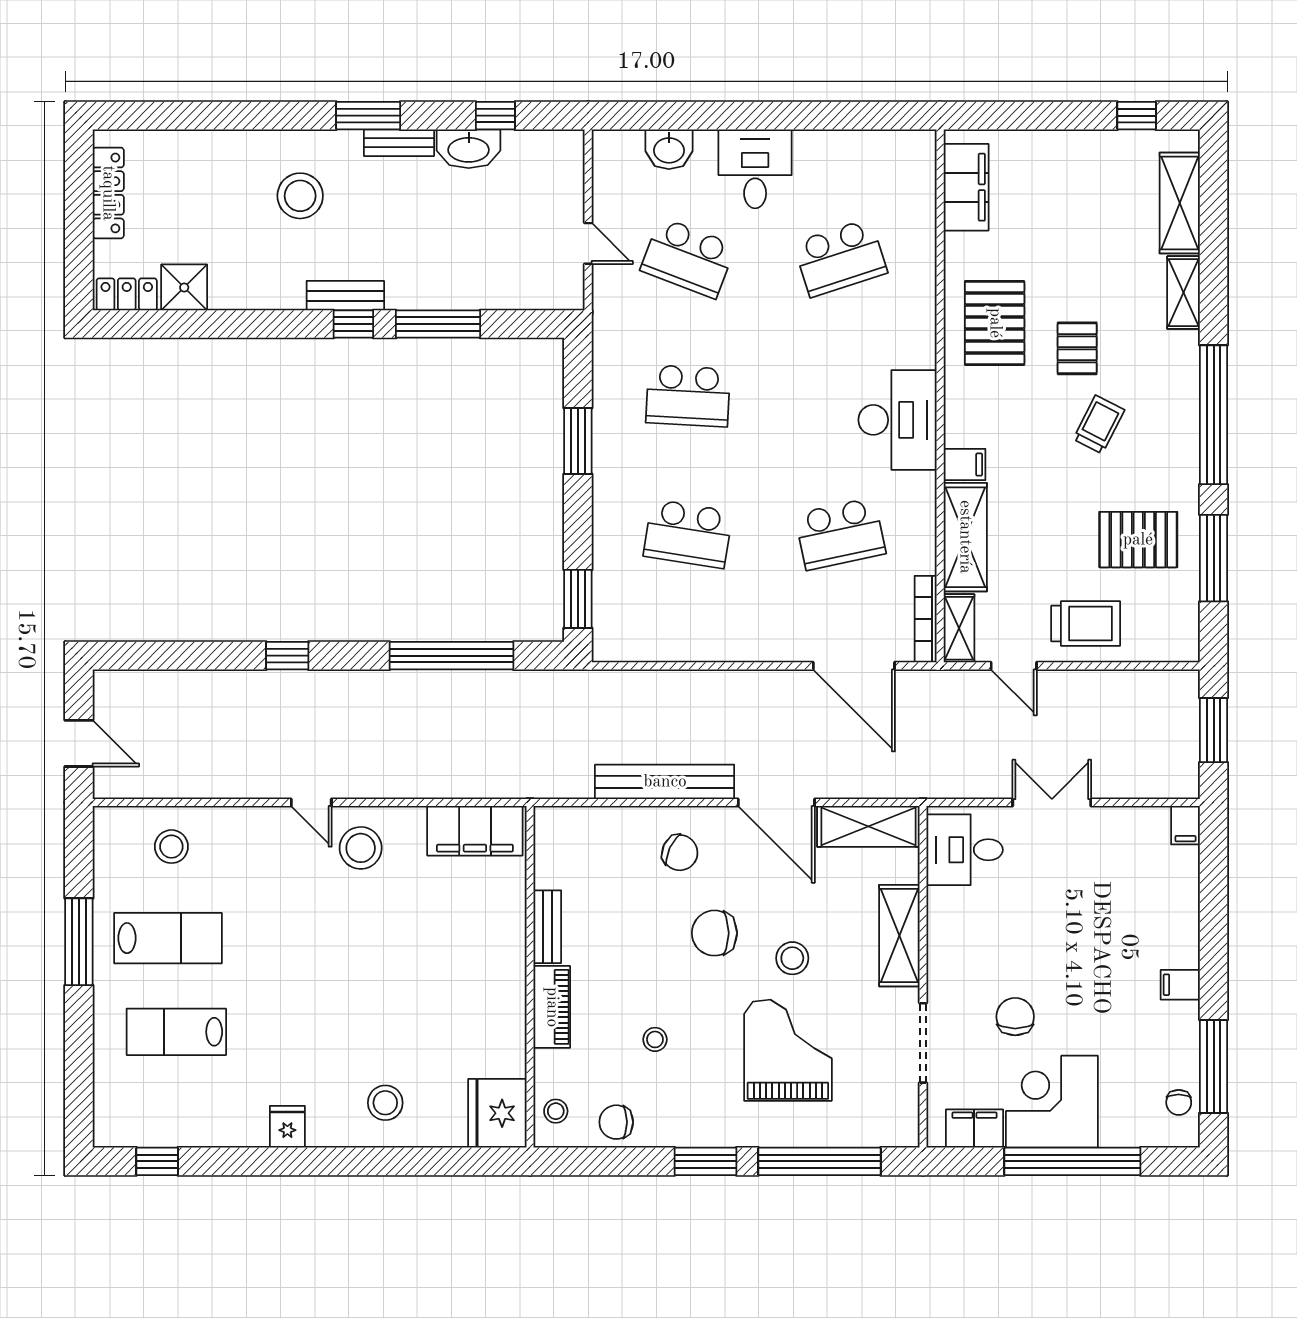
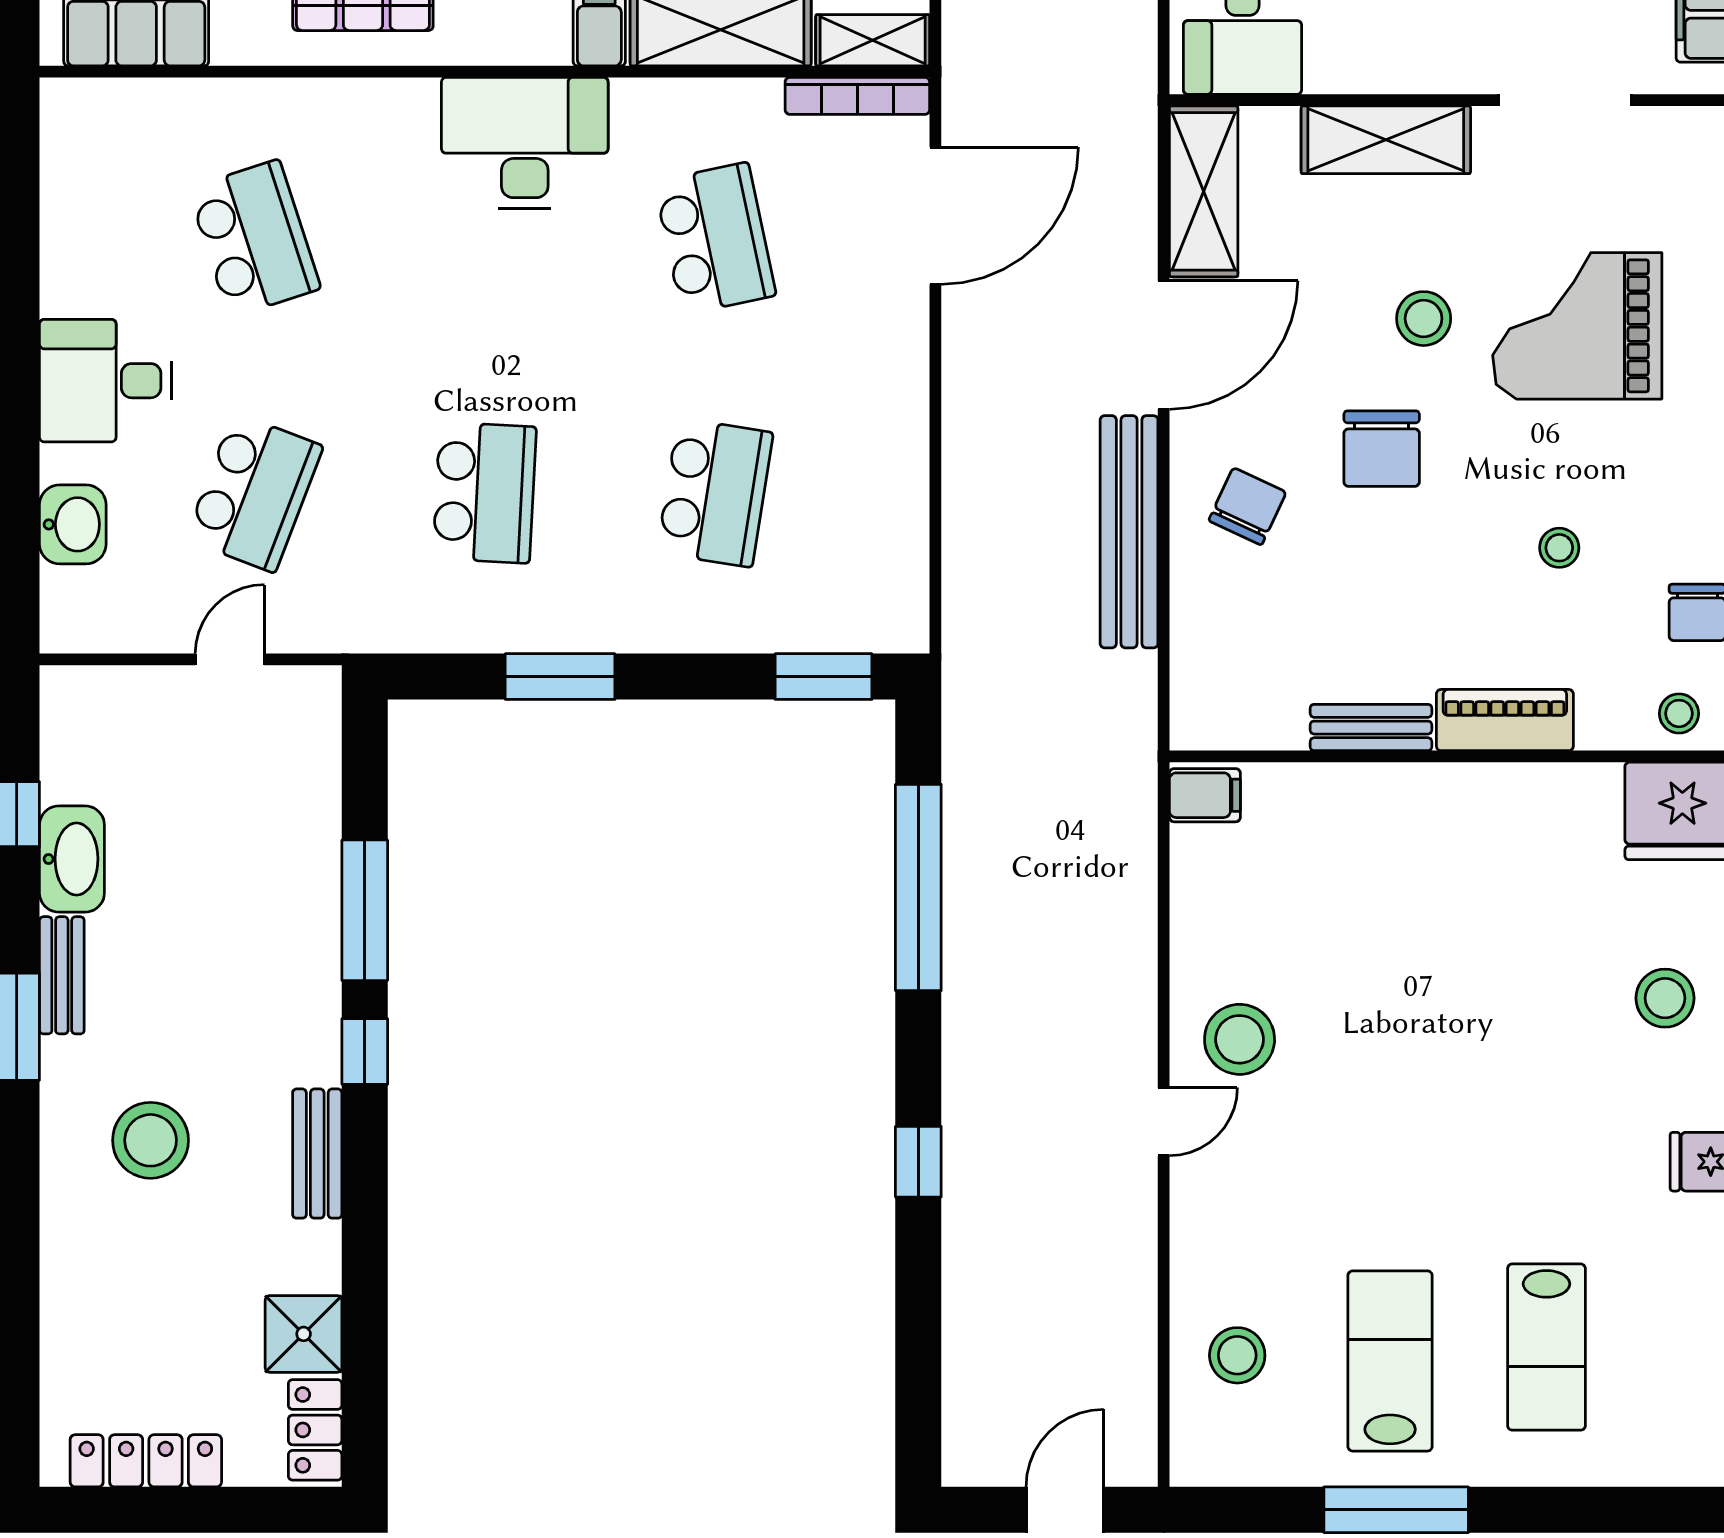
bench: (345, 296) -> (317, 1154), moved
filing cabinet: (475, 831) -> (1205, 795), width x0.33, depth x0.86

